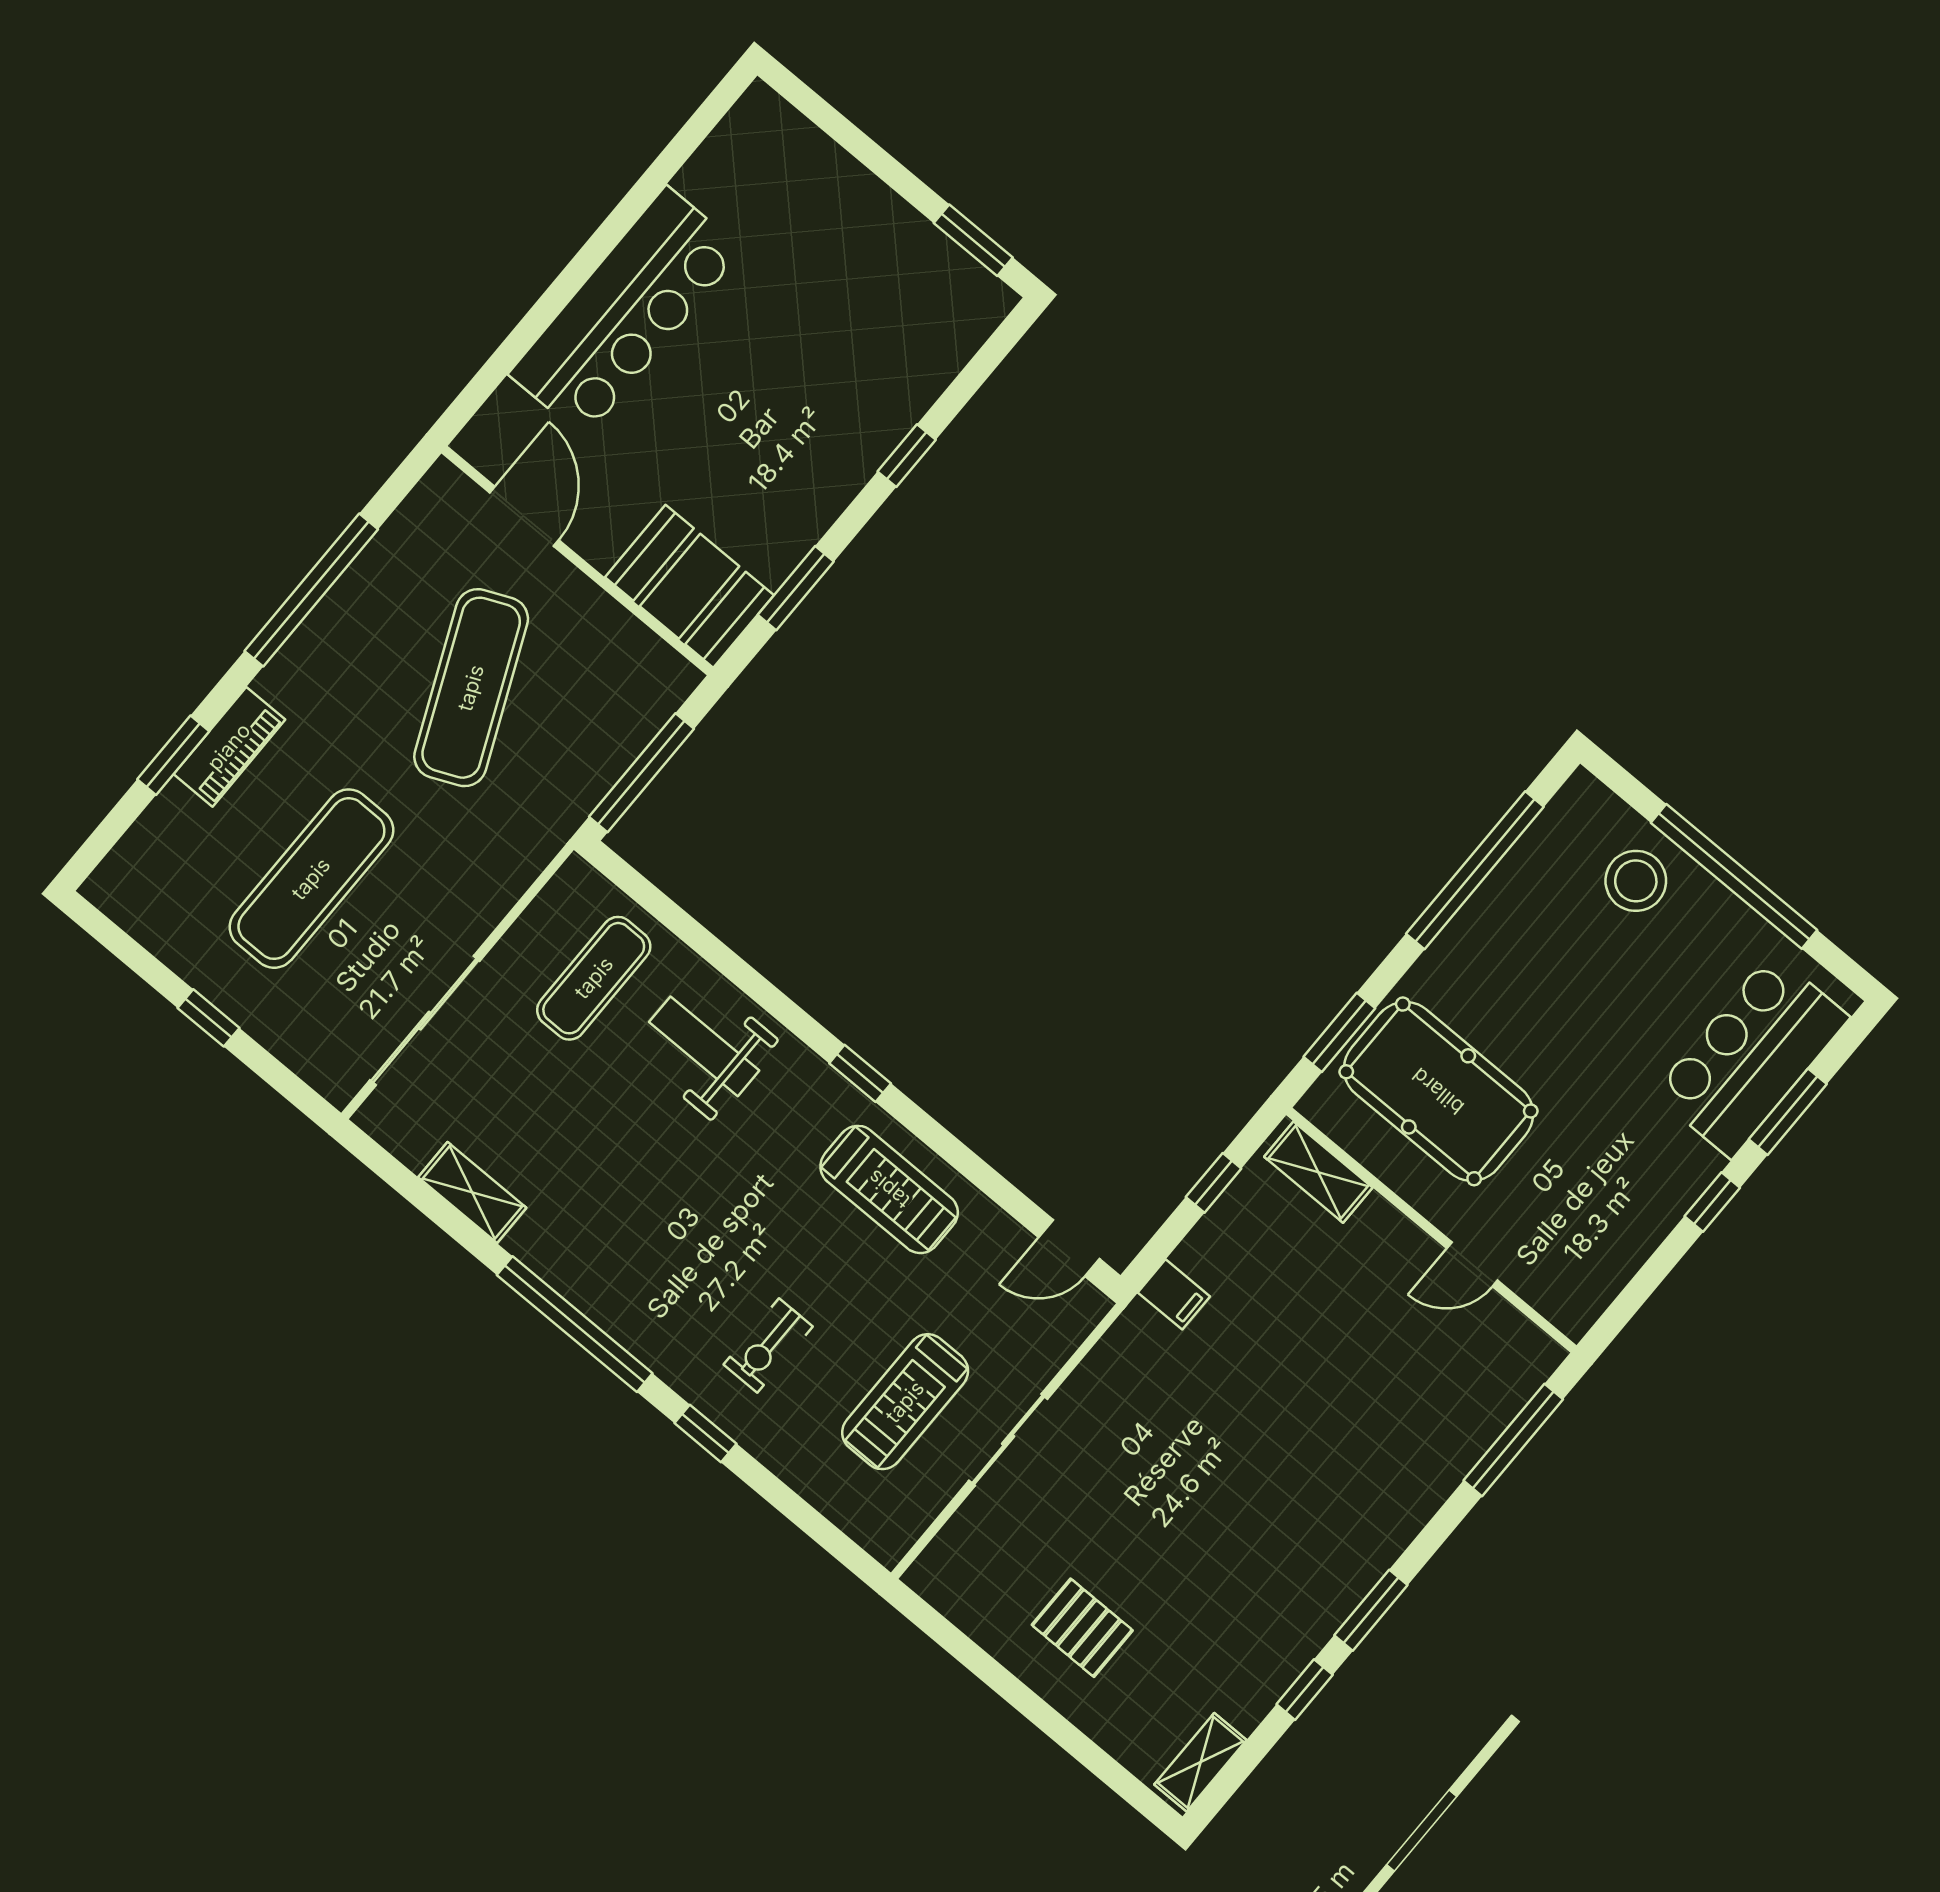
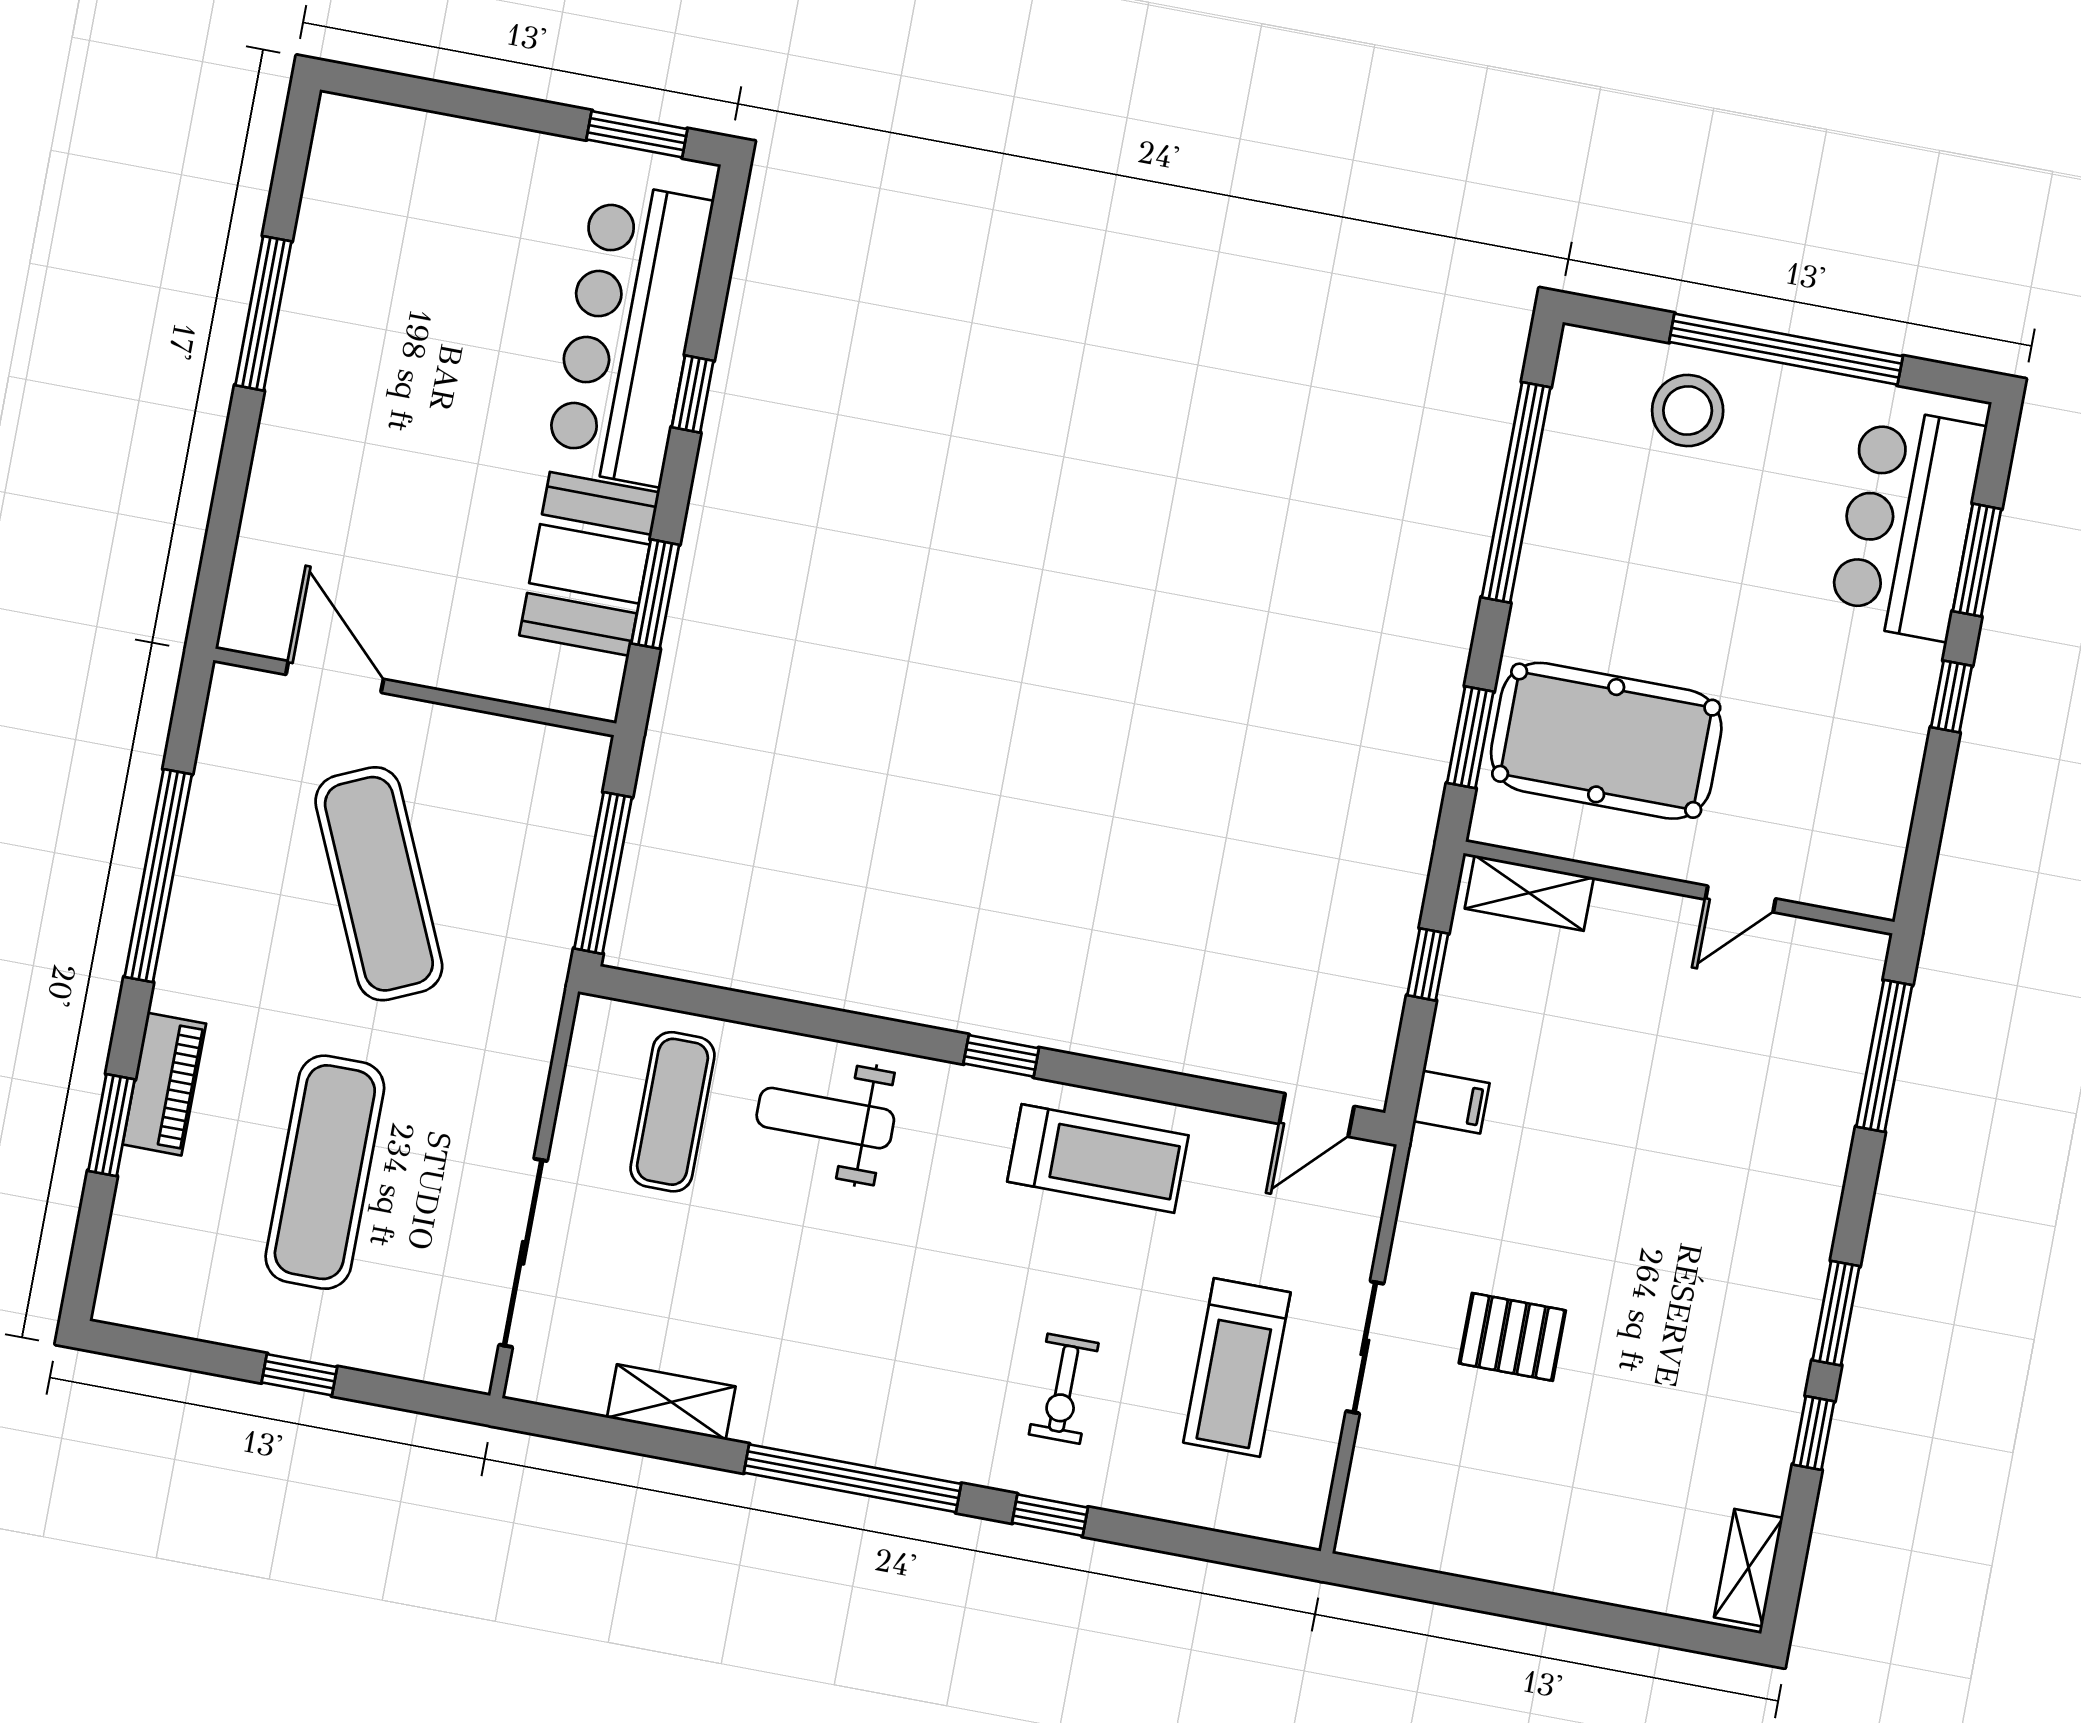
window: (623, 218) -> (263, 313), added
bar counter: (626, 312) -> (629, 333), moved, turned 180
booth: (689, 586) -> (589, 564), moved, turned 90
pallet: (1082, 1628) -> (1512, 1337), moved

